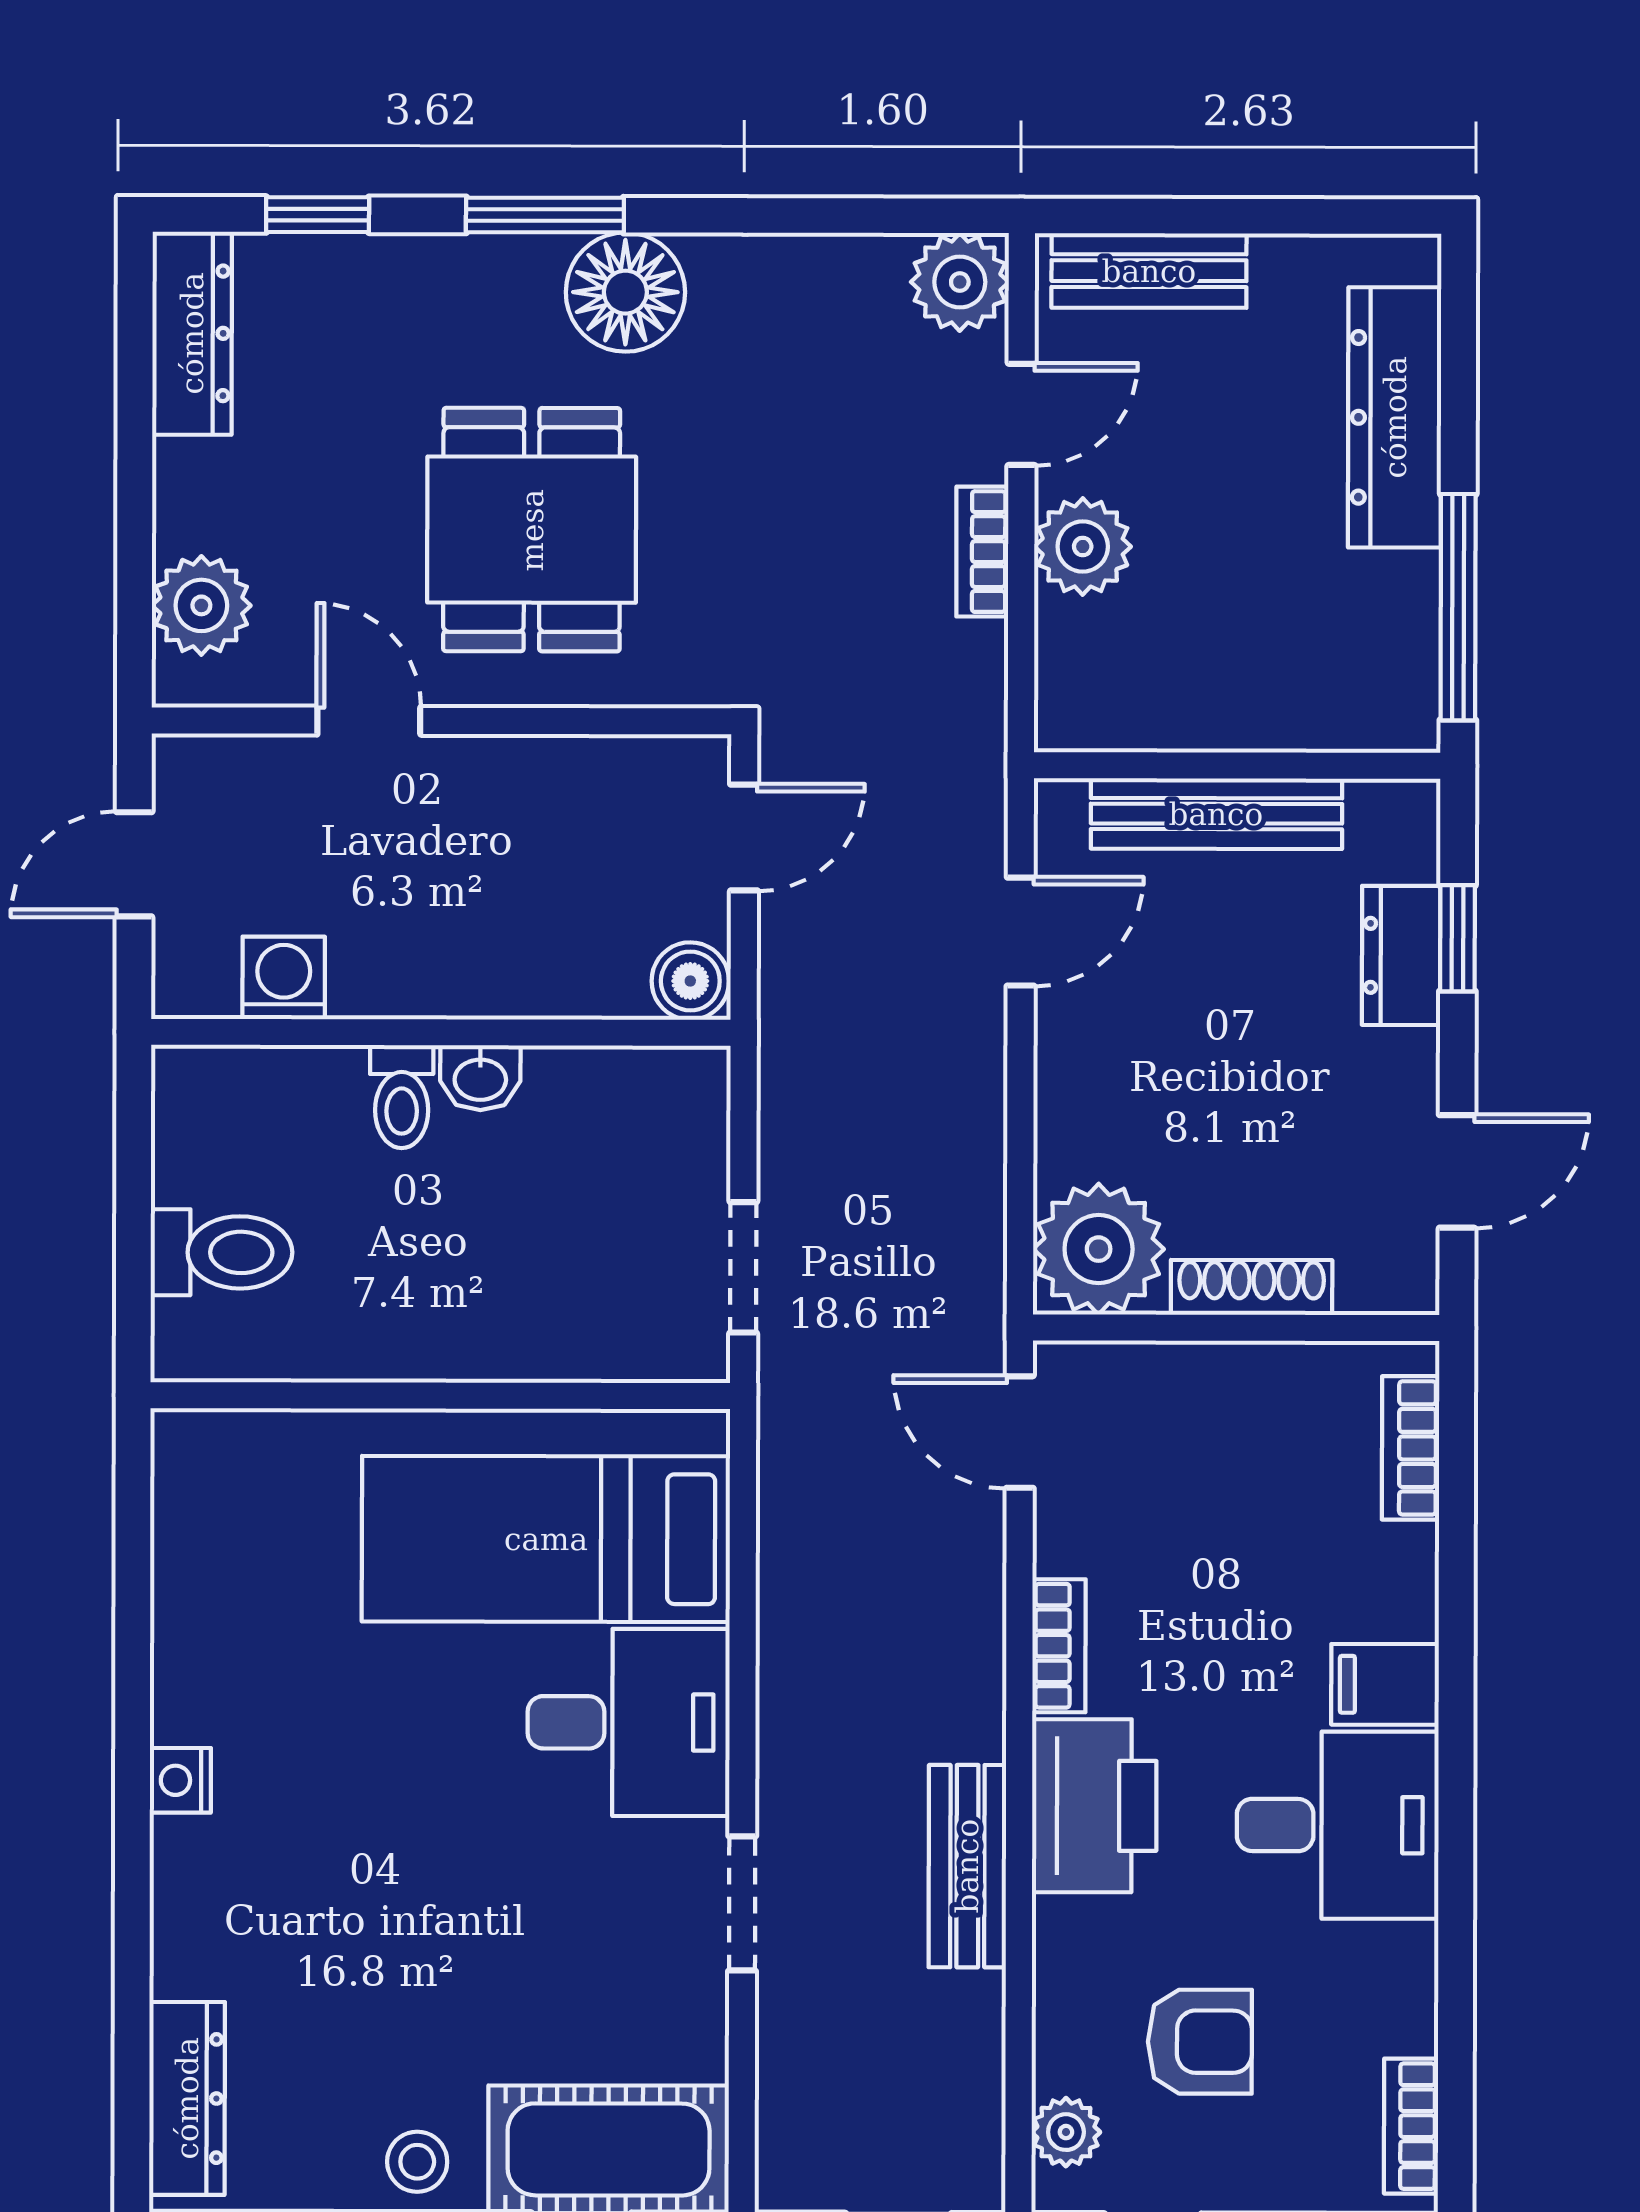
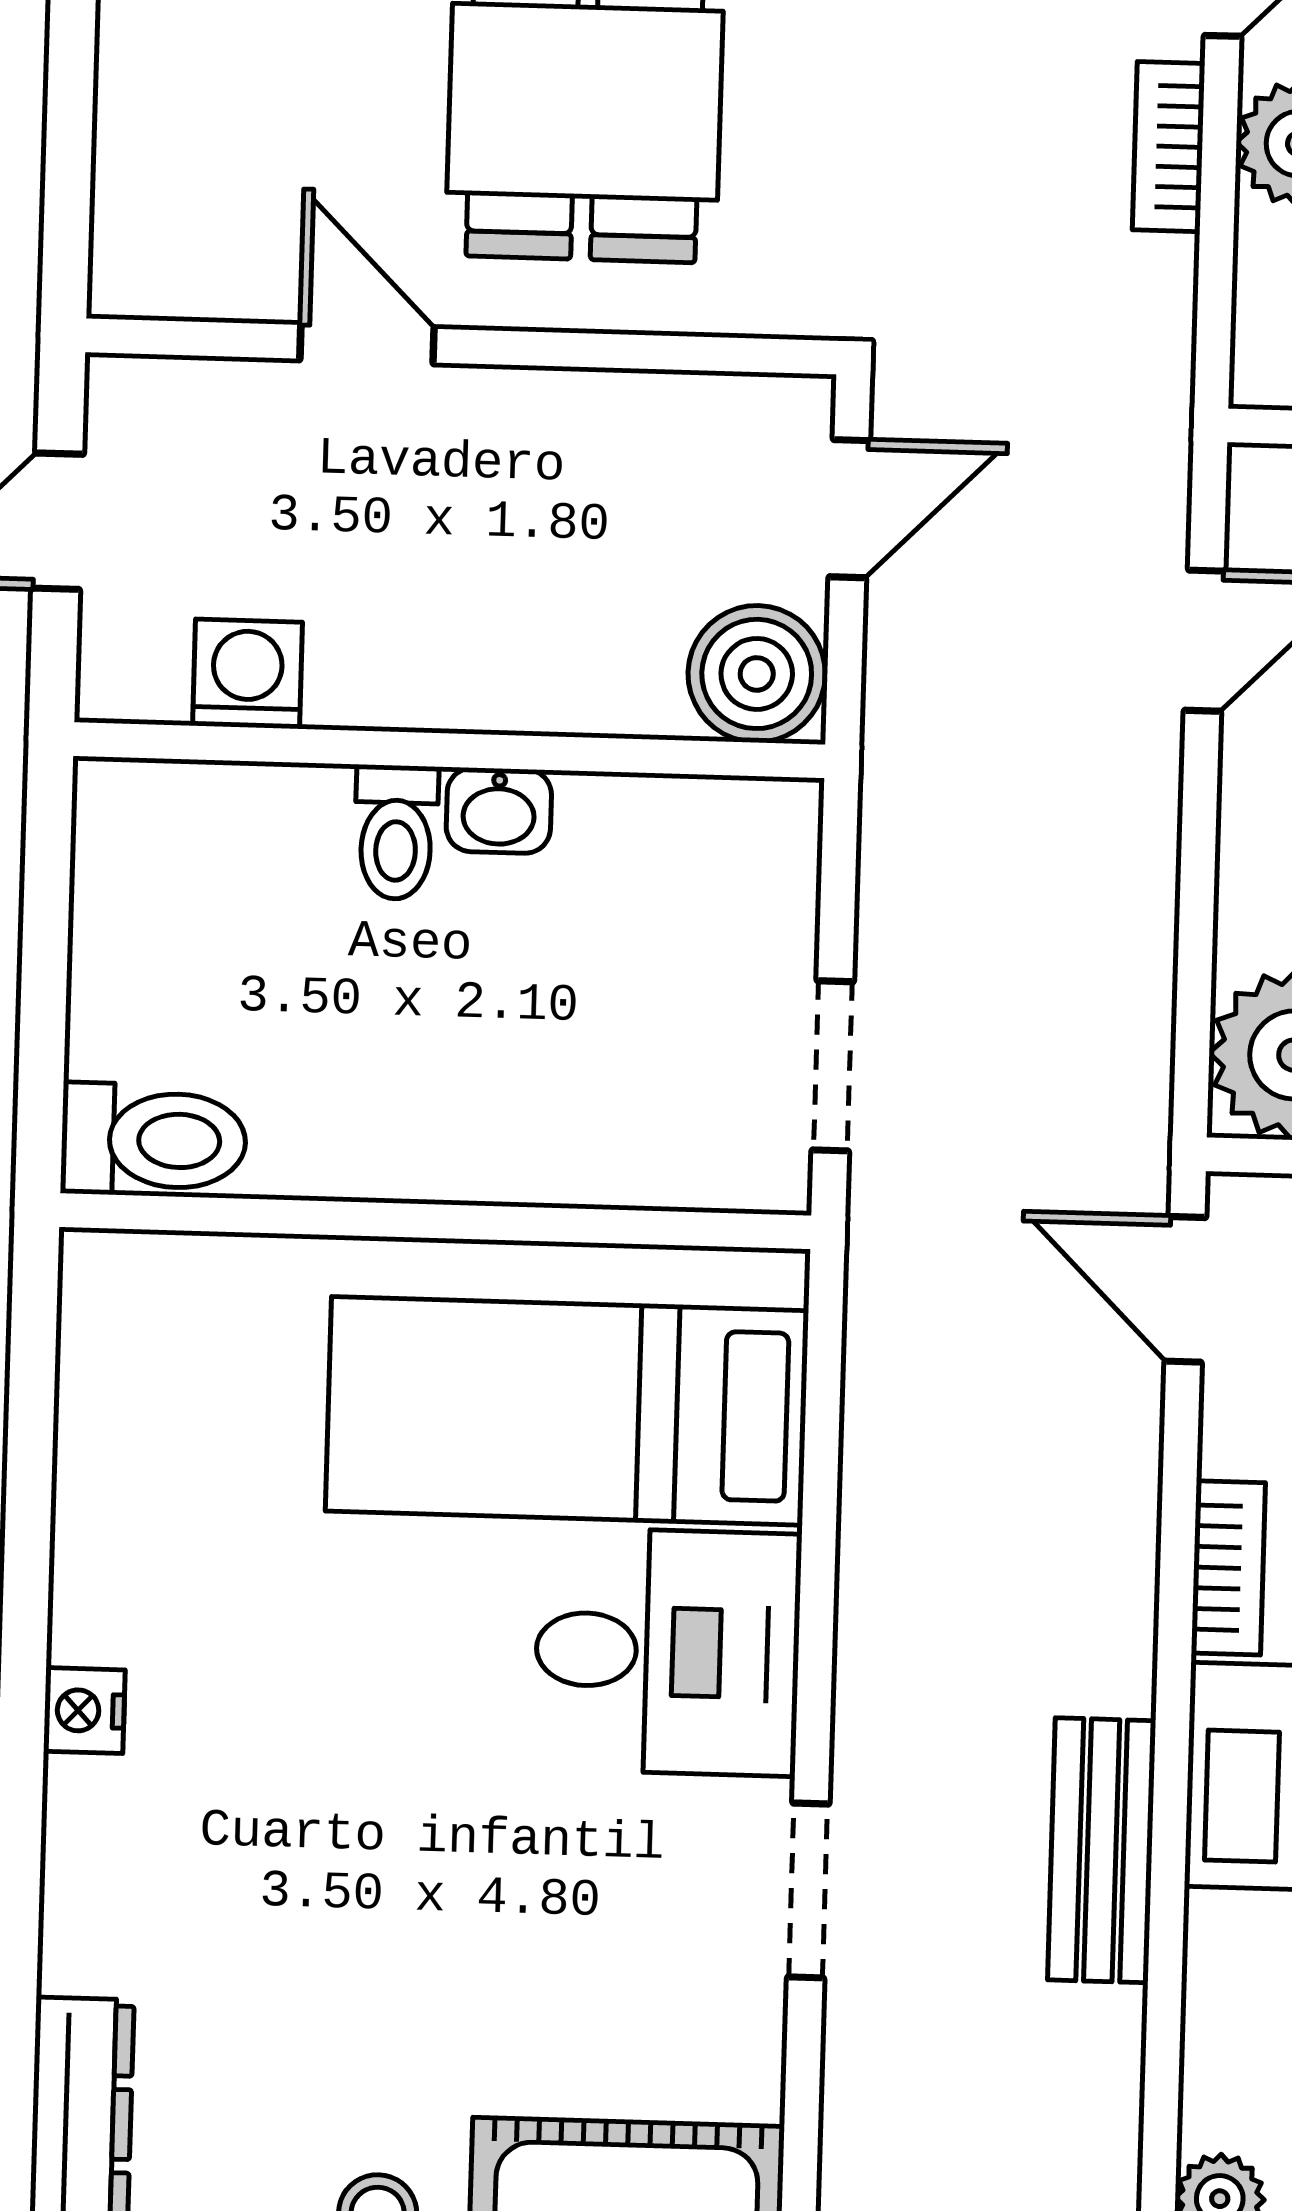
plant: (201, 605) -> (154, 188), removed
boiler: (690, 981) -> (757, 674), width x1.36, depth x1.36
toilet: (222, 1252) -> (154, 1140), moved

